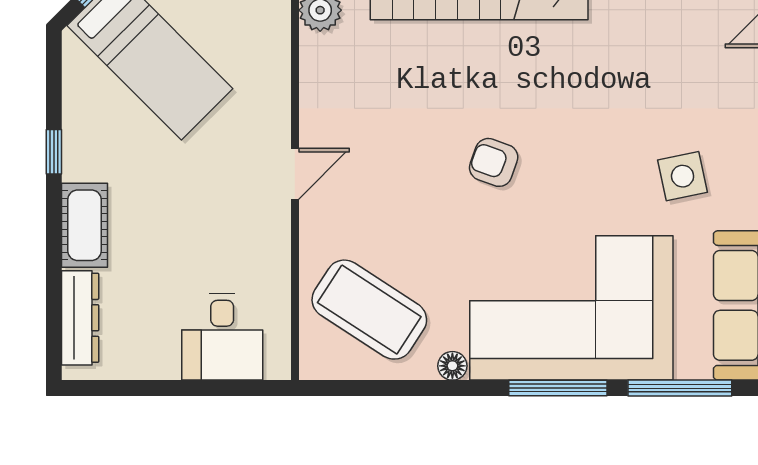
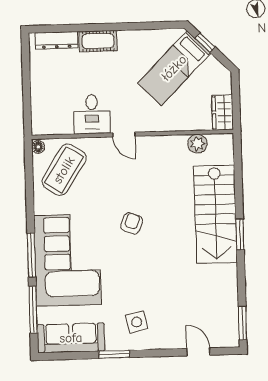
window: (54, 152) -> (131, 26), removed
side table: (683, 176) -> (137, 322), moved
desk: (222, 337) -> (92, 114), moved, turned -90
floor lamp: (452, 366) -> (38, 147), moved

